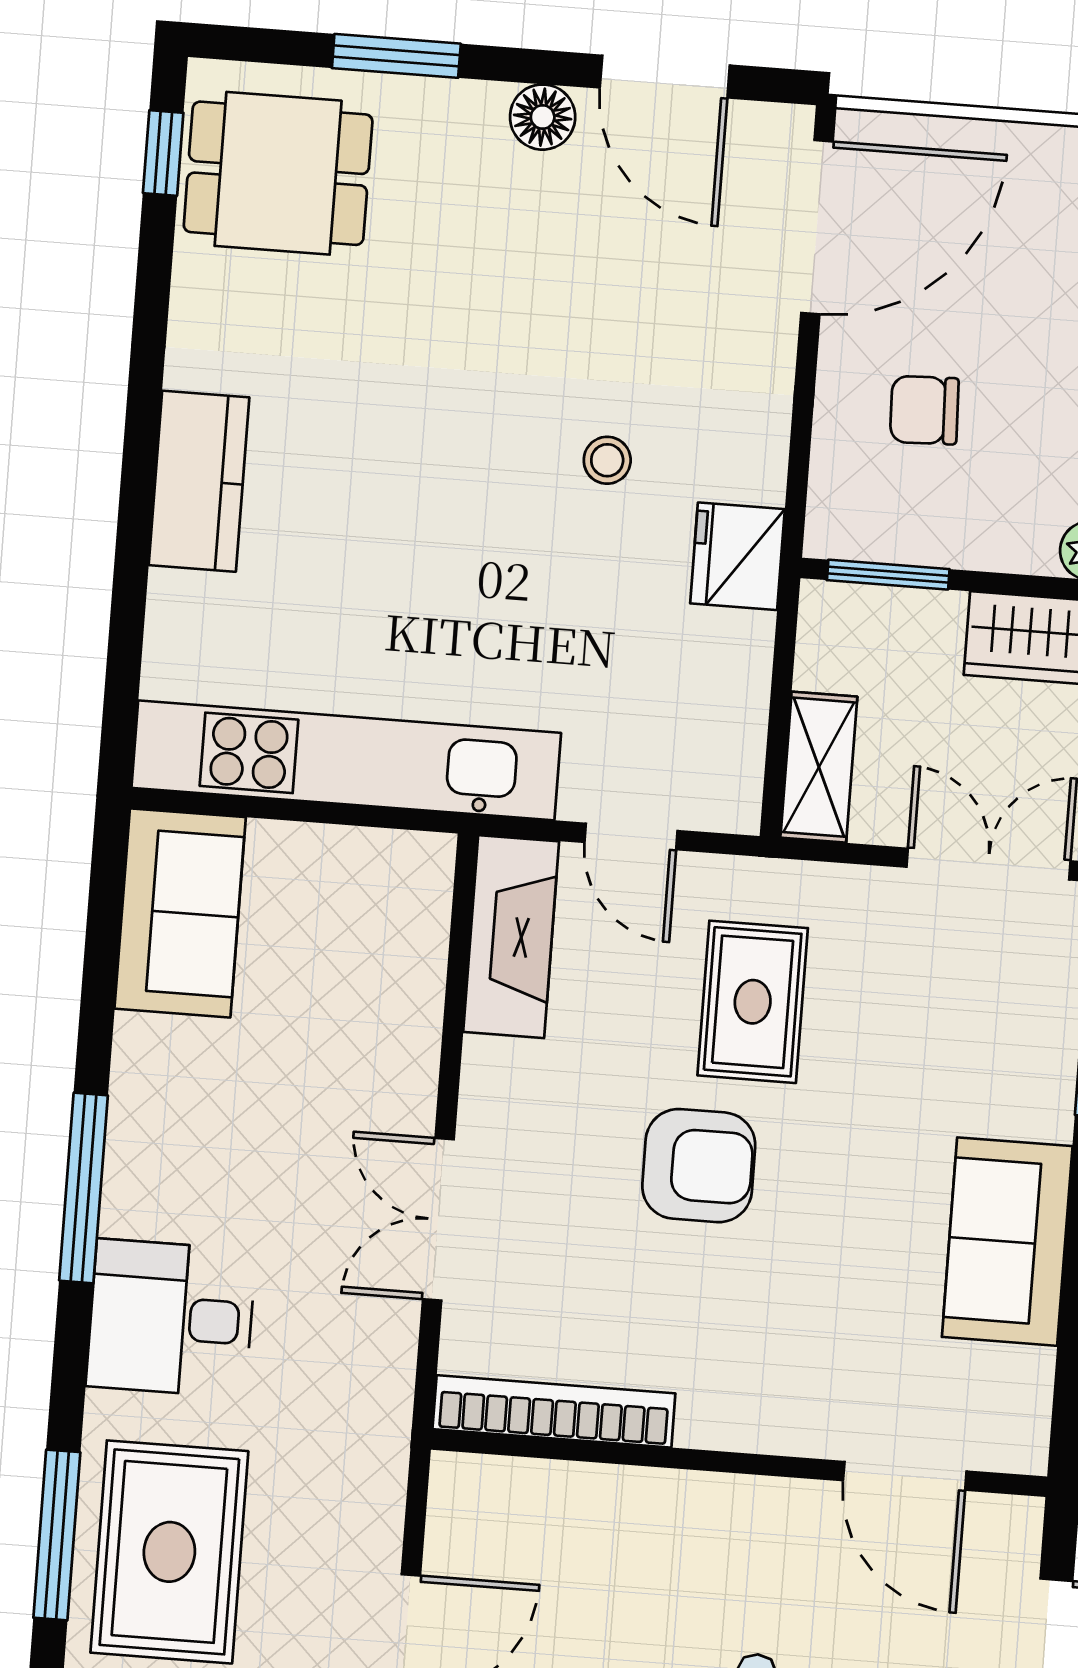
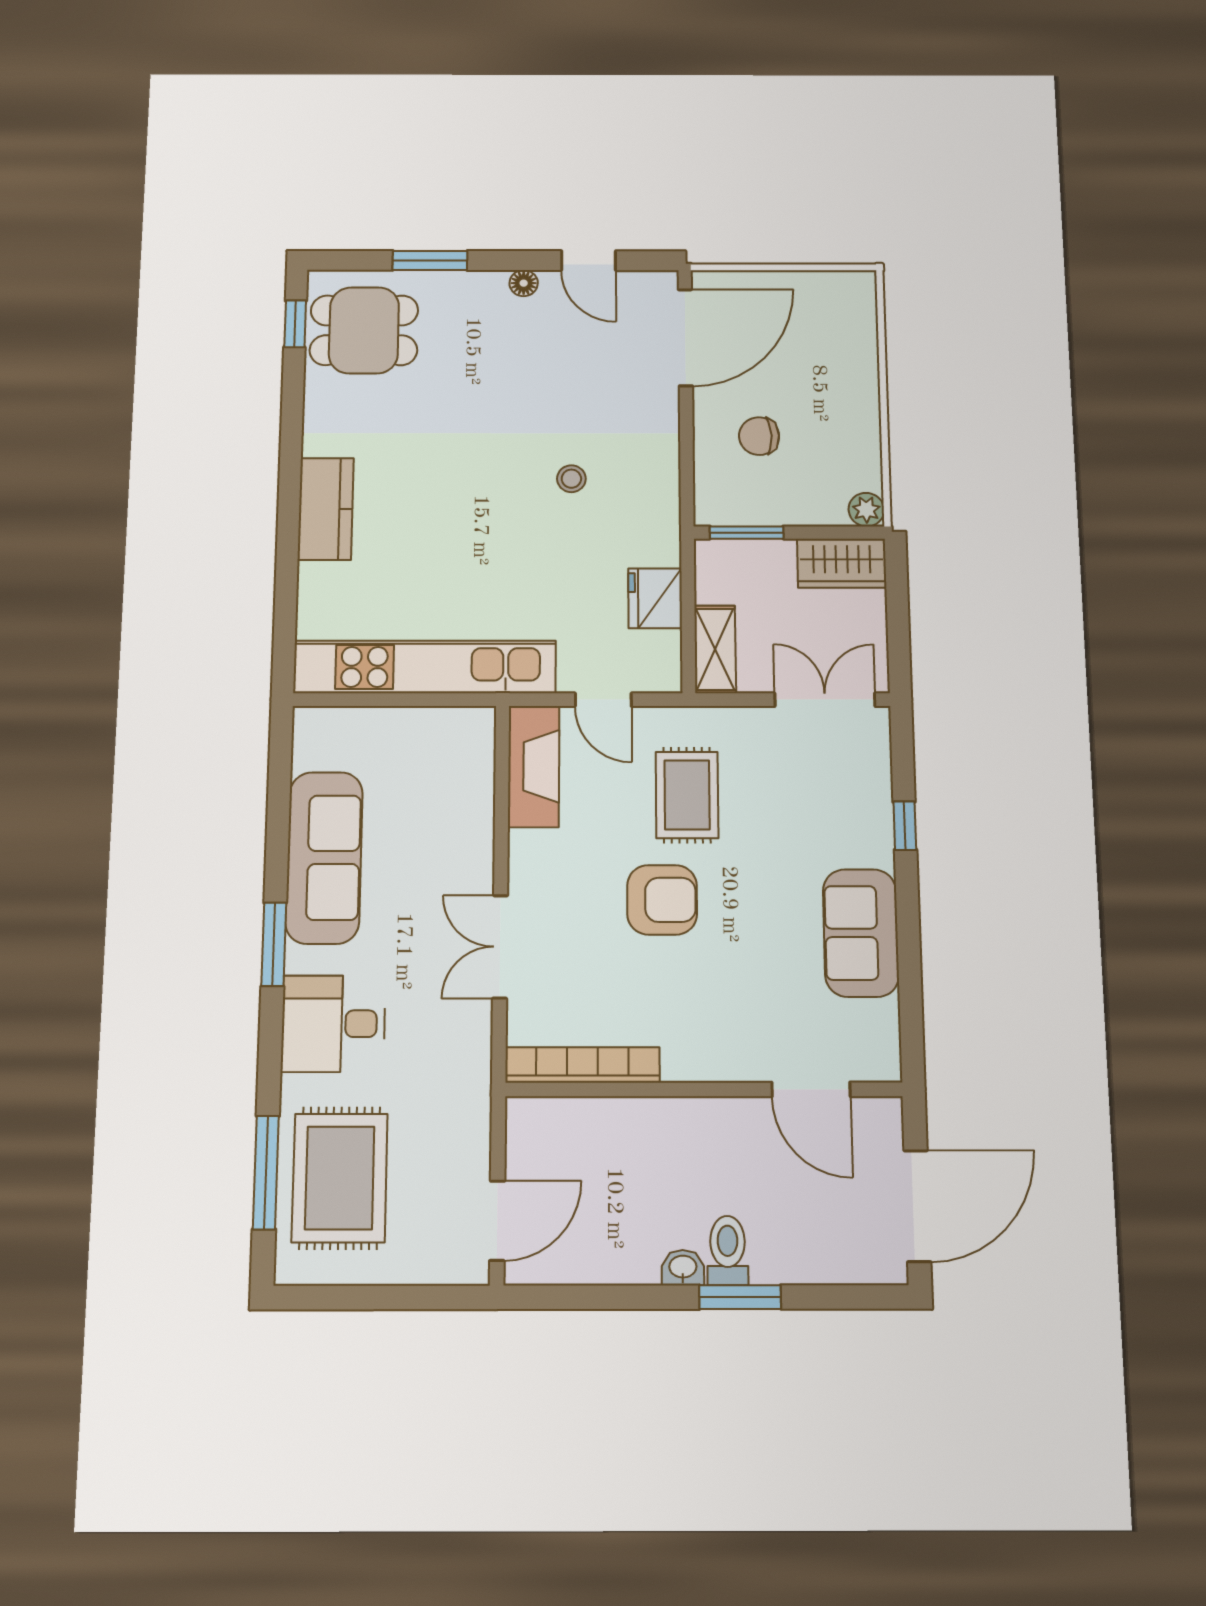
door: (665, 77) -> (589, 261), width x0.73
floor lamp: (543, 117) -> (524, 283), width x0.73, depth x0.73
fridge: (738, 556) -> (655, 598), moved
sofa: (180, 913) -> (324, 857), moved, width x1.36
window: (84, 1188) -> (274, 944), width x0.69

